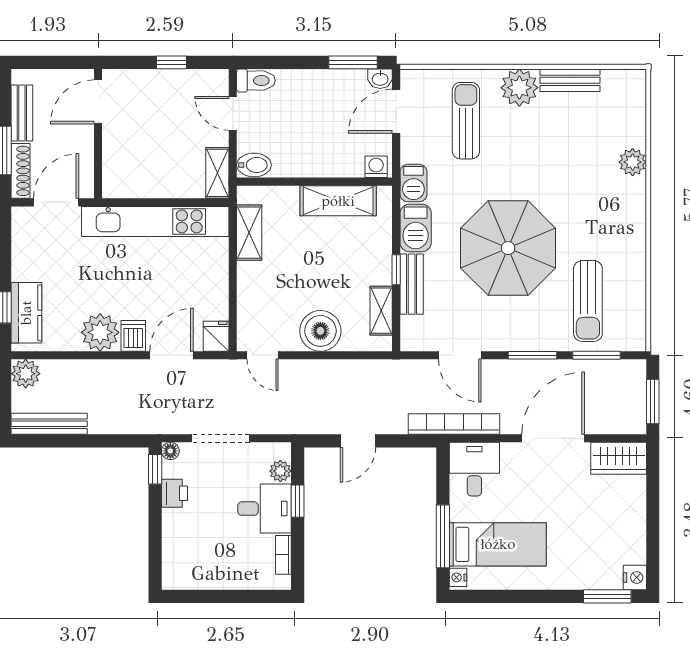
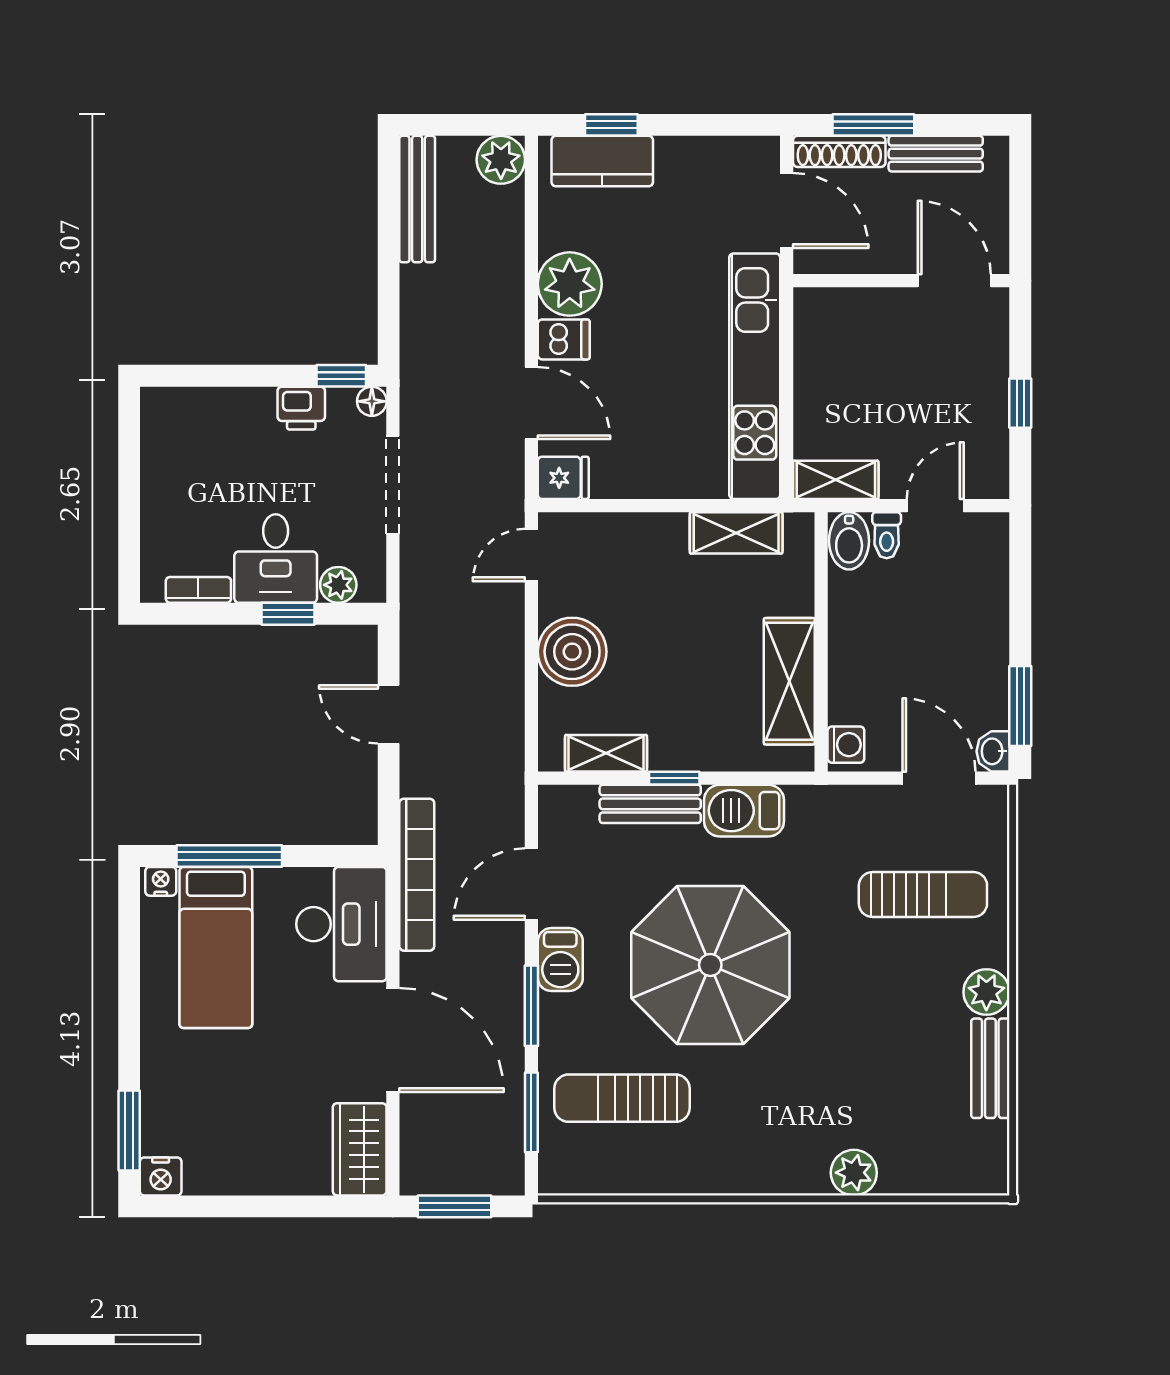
toilet: (256, 81) -> (887, 535), moved, width x0.73, depth x0.72
plant: (519, 88) -> (986, 992), width x0.73, depth x0.73
barbecue: (413, 183) -> (560, 960), moved, turned -90
desk: (474, 469) -> (341, 924), width x1.37

